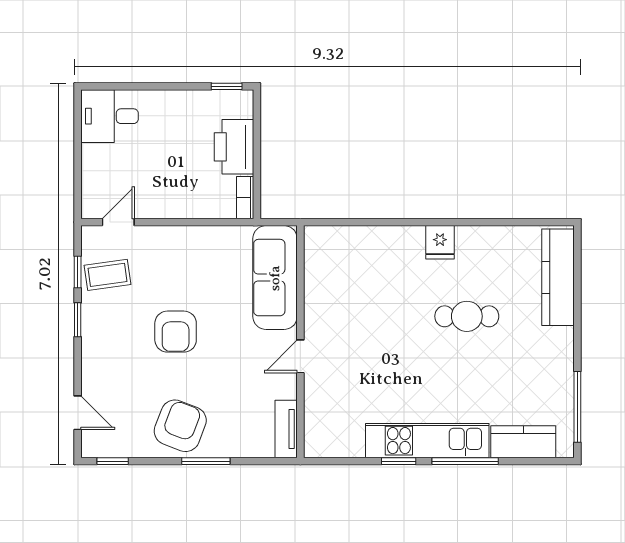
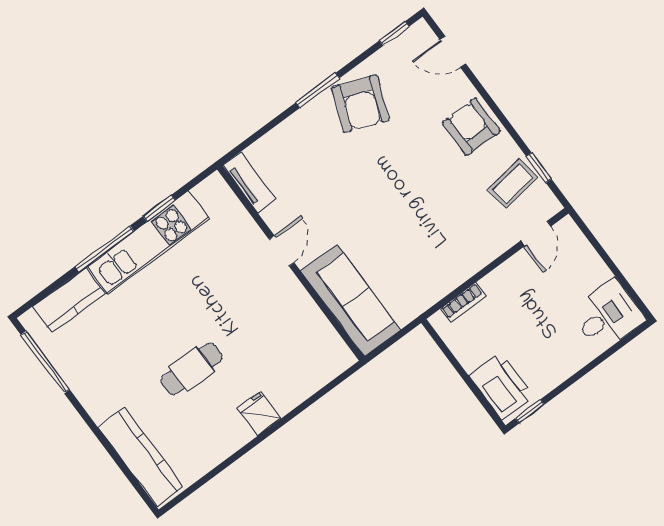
printer: (234, 147) -> (501, 386), moved
bookcase: (245, 198) -> (463, 302), moved, turned 90
sofa: (275, 278) -> (351, 300), moved
window: (78, 320) -> (510, 128), removed
armchair: (176, 332) -> (471, 127), moved
wall: (300, 342) -> (291, 263), moved
door: (300, 356) -> (282, 251), moved
tv unit: (286, 429) -> (249, 182), moved

